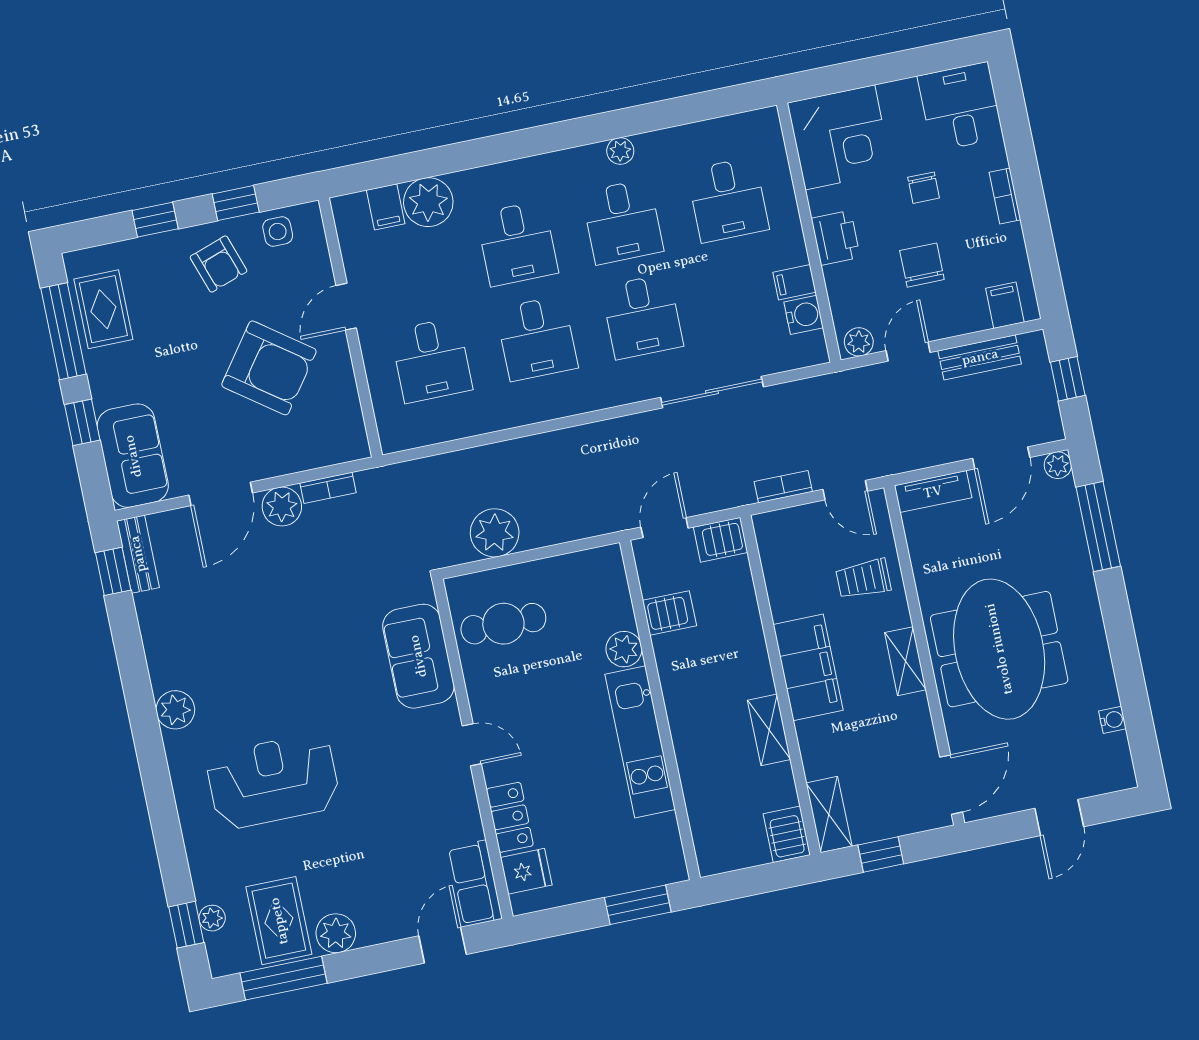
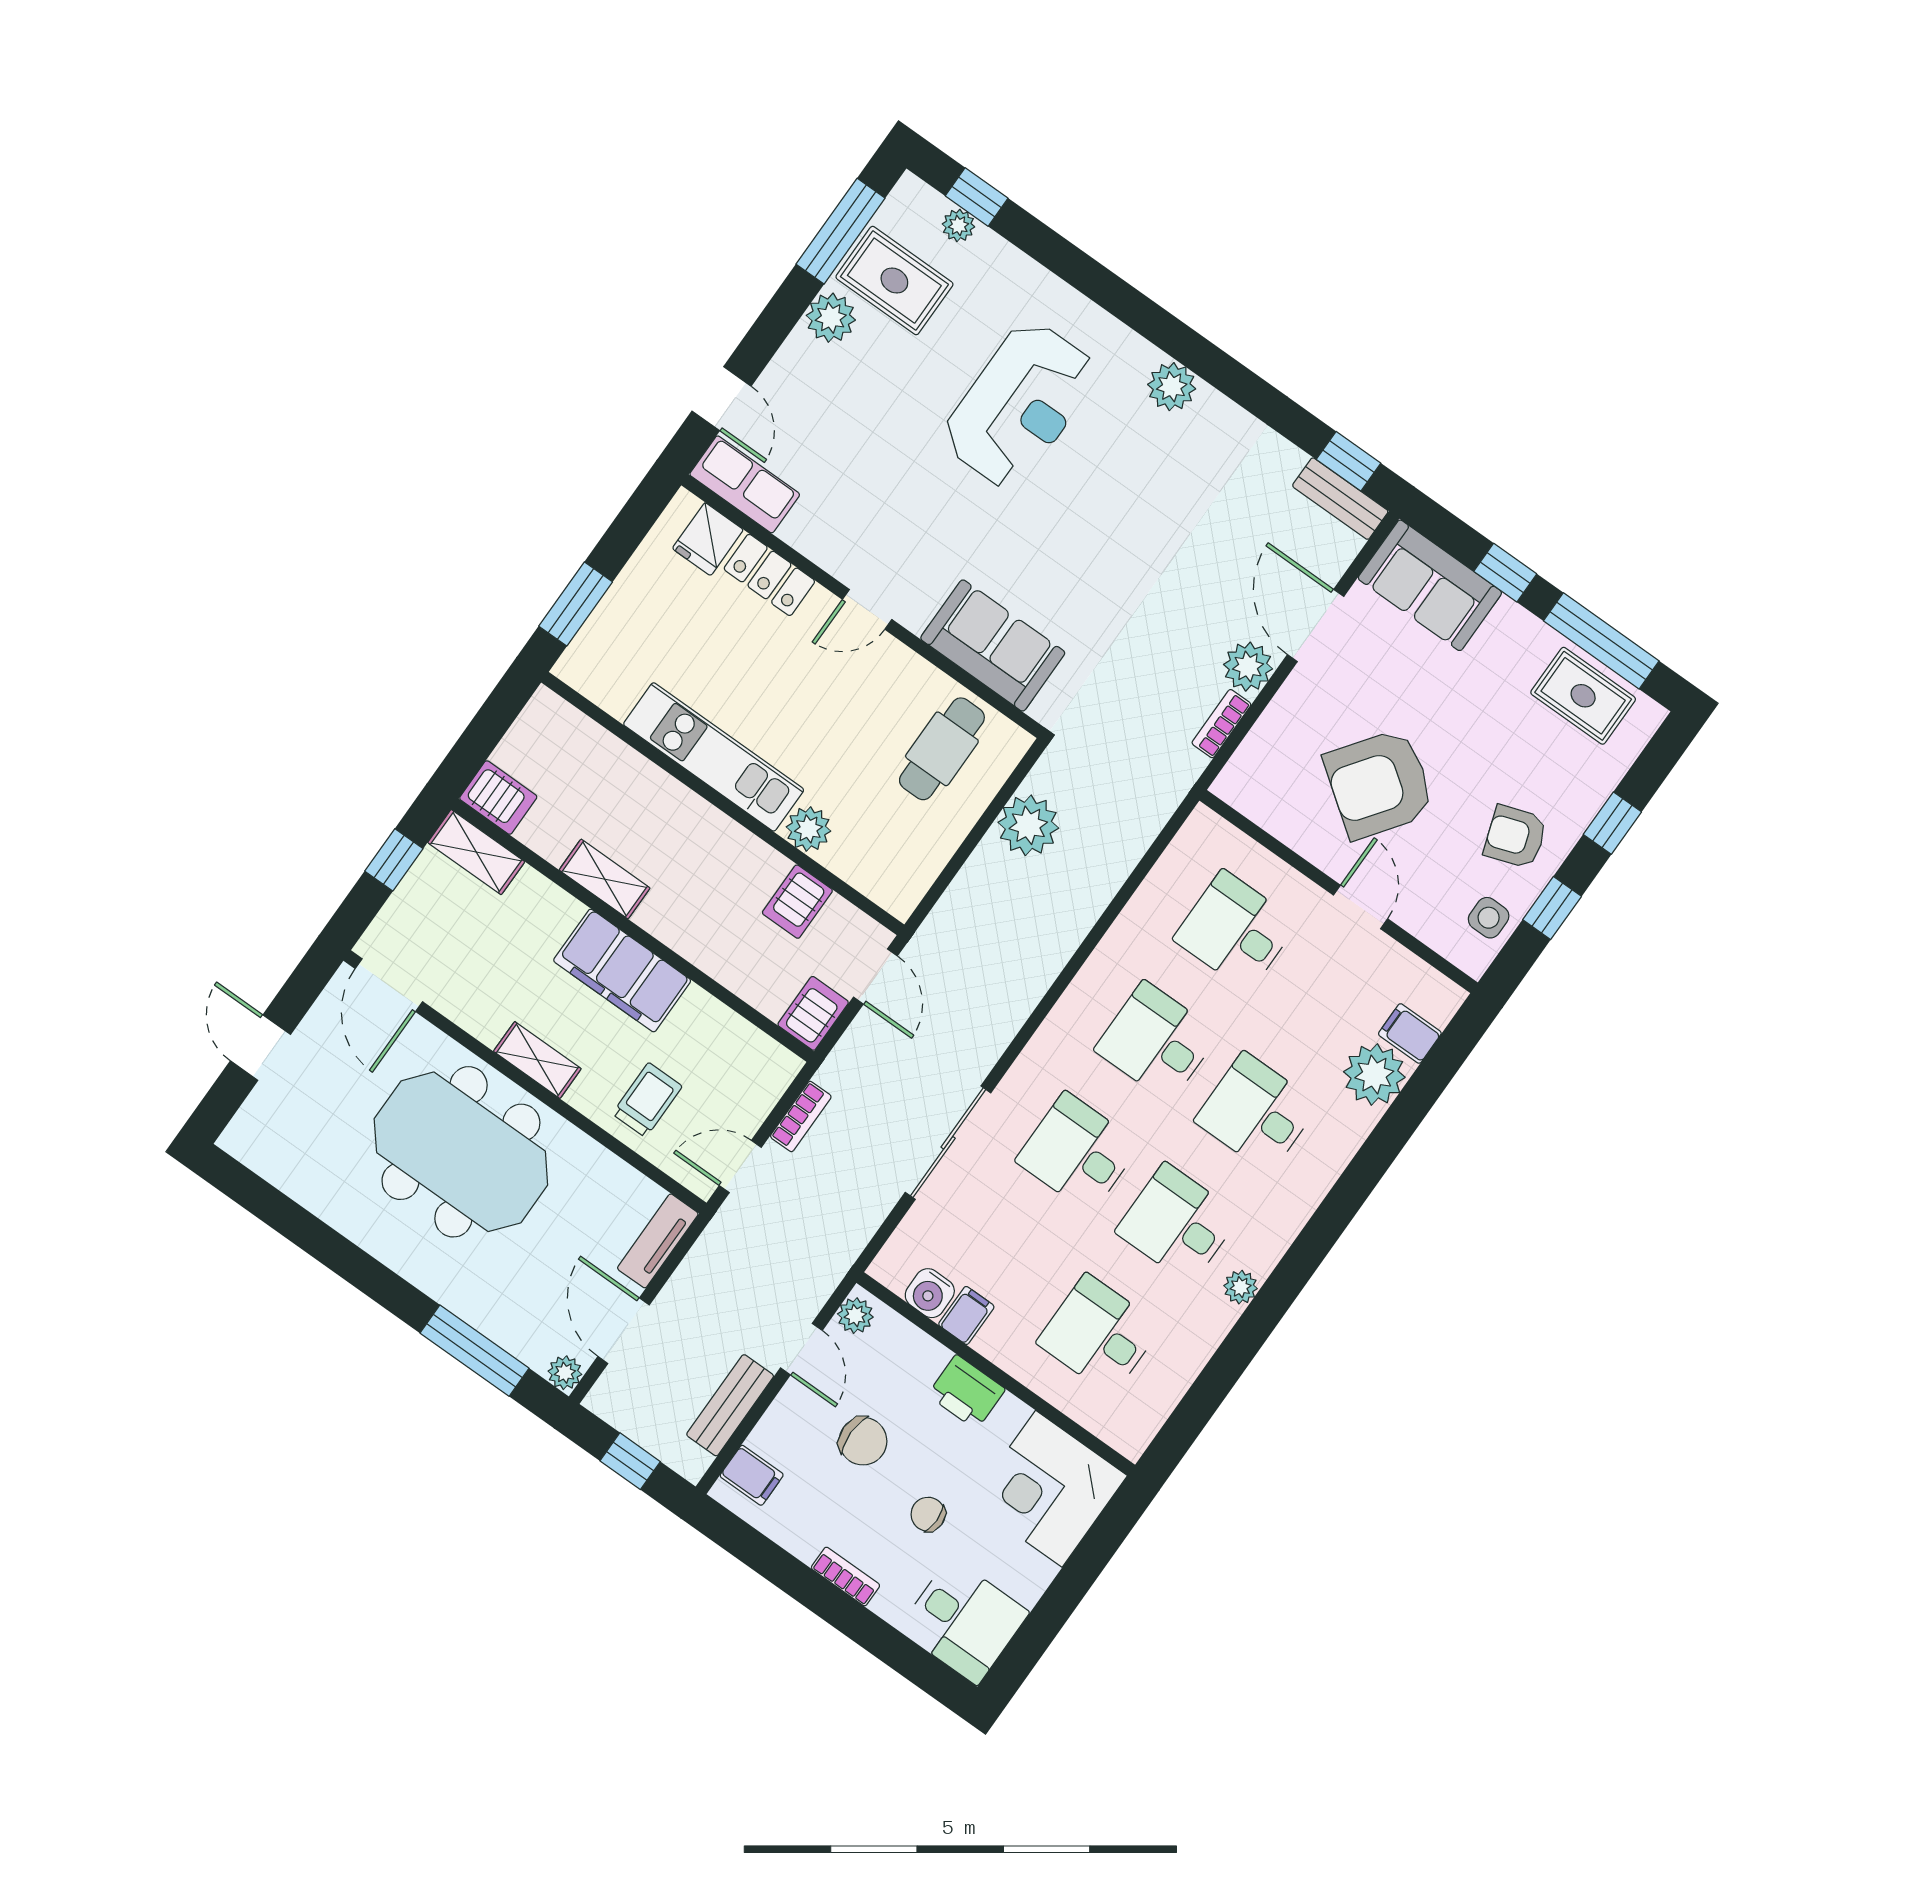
water cooler: (1112, 720) -> (295, 1184), removed

